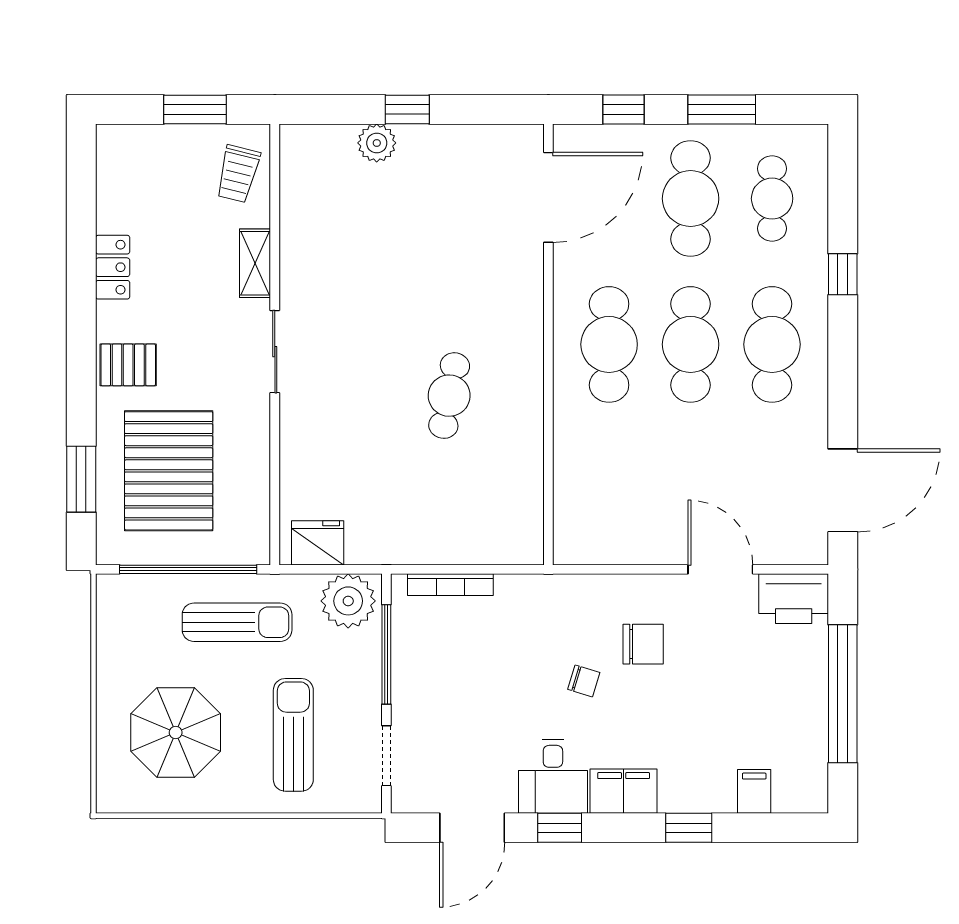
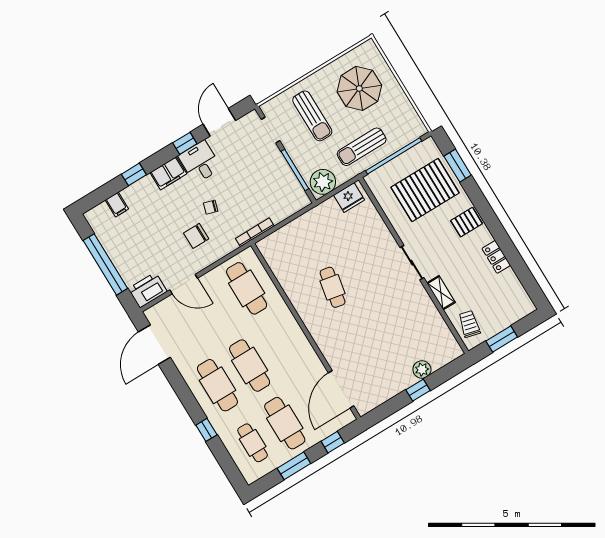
cafe table: (609, 344) -> (247, 288), moved
pallet: (169, 471) -> (425, 190), turned 90
bookcase: (450, 585) -> (255, 232), moved

